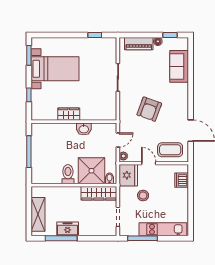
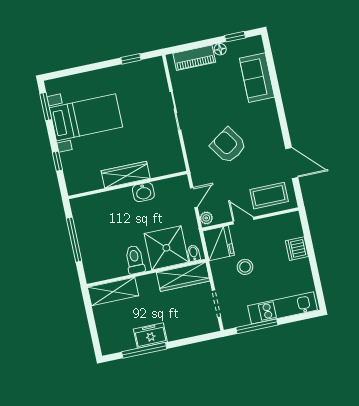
armchair: (149, 109) -> (228, 145), turned 126
wardrobe: (69, 114) -> (126, 175), width x1.50
dishwasher: (182, 180) -> (297, 249), moved
shelving: (38, 214) -> (113, 291), moved, turned 90

